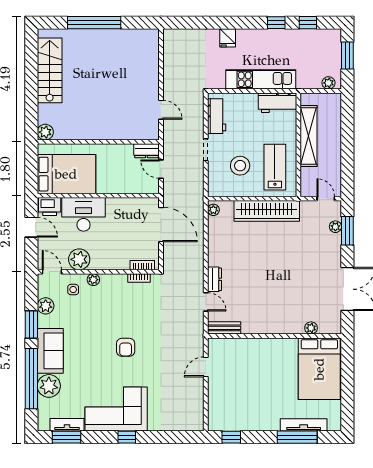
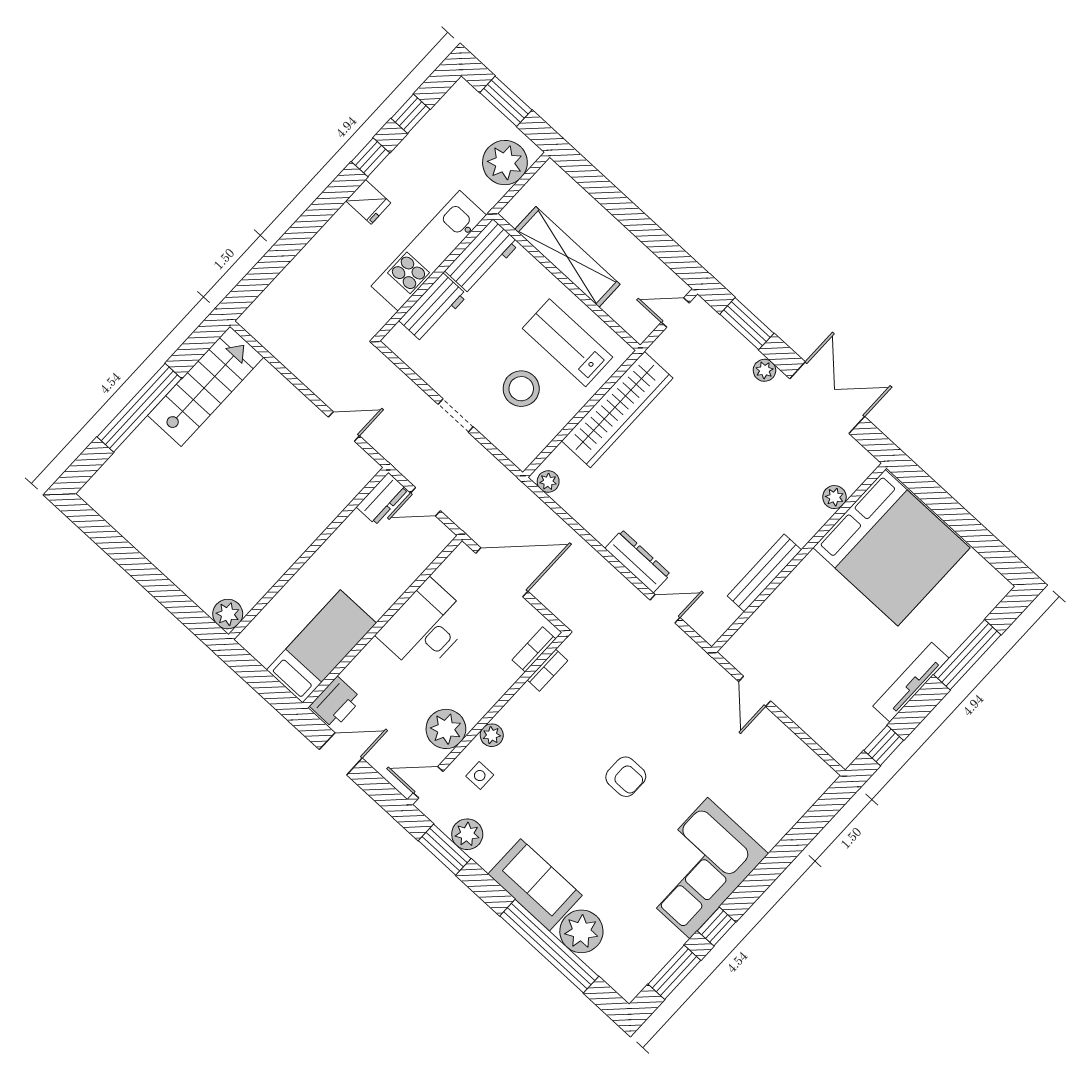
fridge: (228, 38) -> (368, 202), moved
stairs: (50, 70) -> (206, 386), moved, turned 90
plant: (328, 83) -> (505, 163), width x1.87, depth x1.87
workbench: (217, 116) -> (433, 308), moved, turned 90
bed: (66, 174) -> (322, 647), width x0.67
desk: (84, 214) -> (425, 627), moved
plant: (335, 227) -> (764, 370), moved
dresser: (214, 279) -> (638, 561), width x1.44
window: (31, 325) -> (445, 850), moved
bench: (224, 328) -> (764, 573), moved, width x1.36
bed: (319, 369) -> (891, 548), width x1.36
tv unit: (67, 425) -> (658, 956), removed
tv unit: (304, 425) -> (911, 682), moved
window: (127, 437) -> (717, 926), moved

